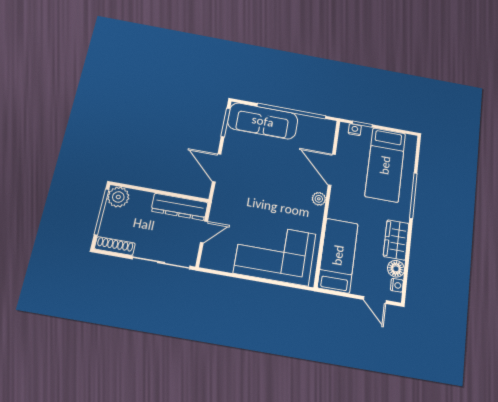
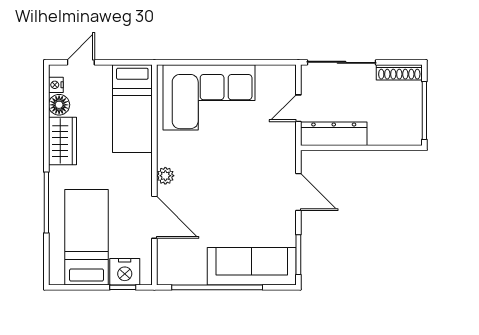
nightstand: (355, 130) -> (125, 272), width x1.89, depth x1.79
plant: (118, 197) -> (409, 132), removed
door: (375, 300) -> (81, 62), hinge flipped

